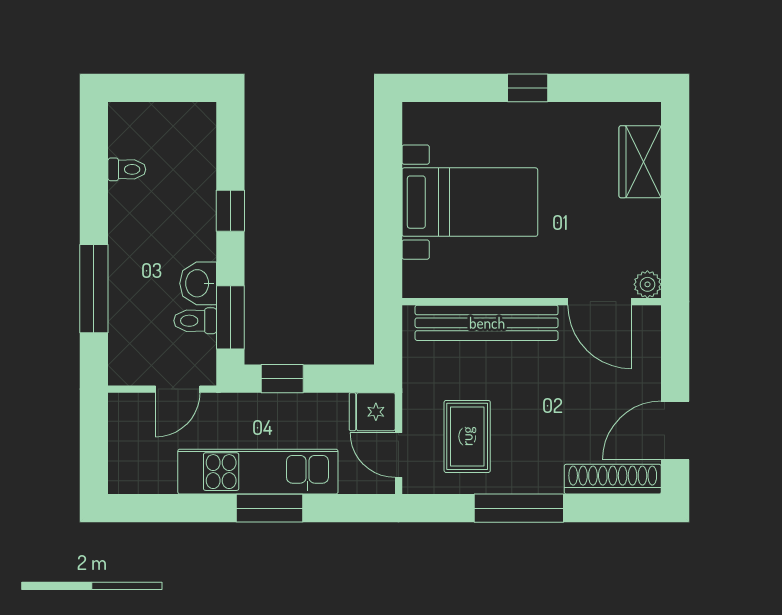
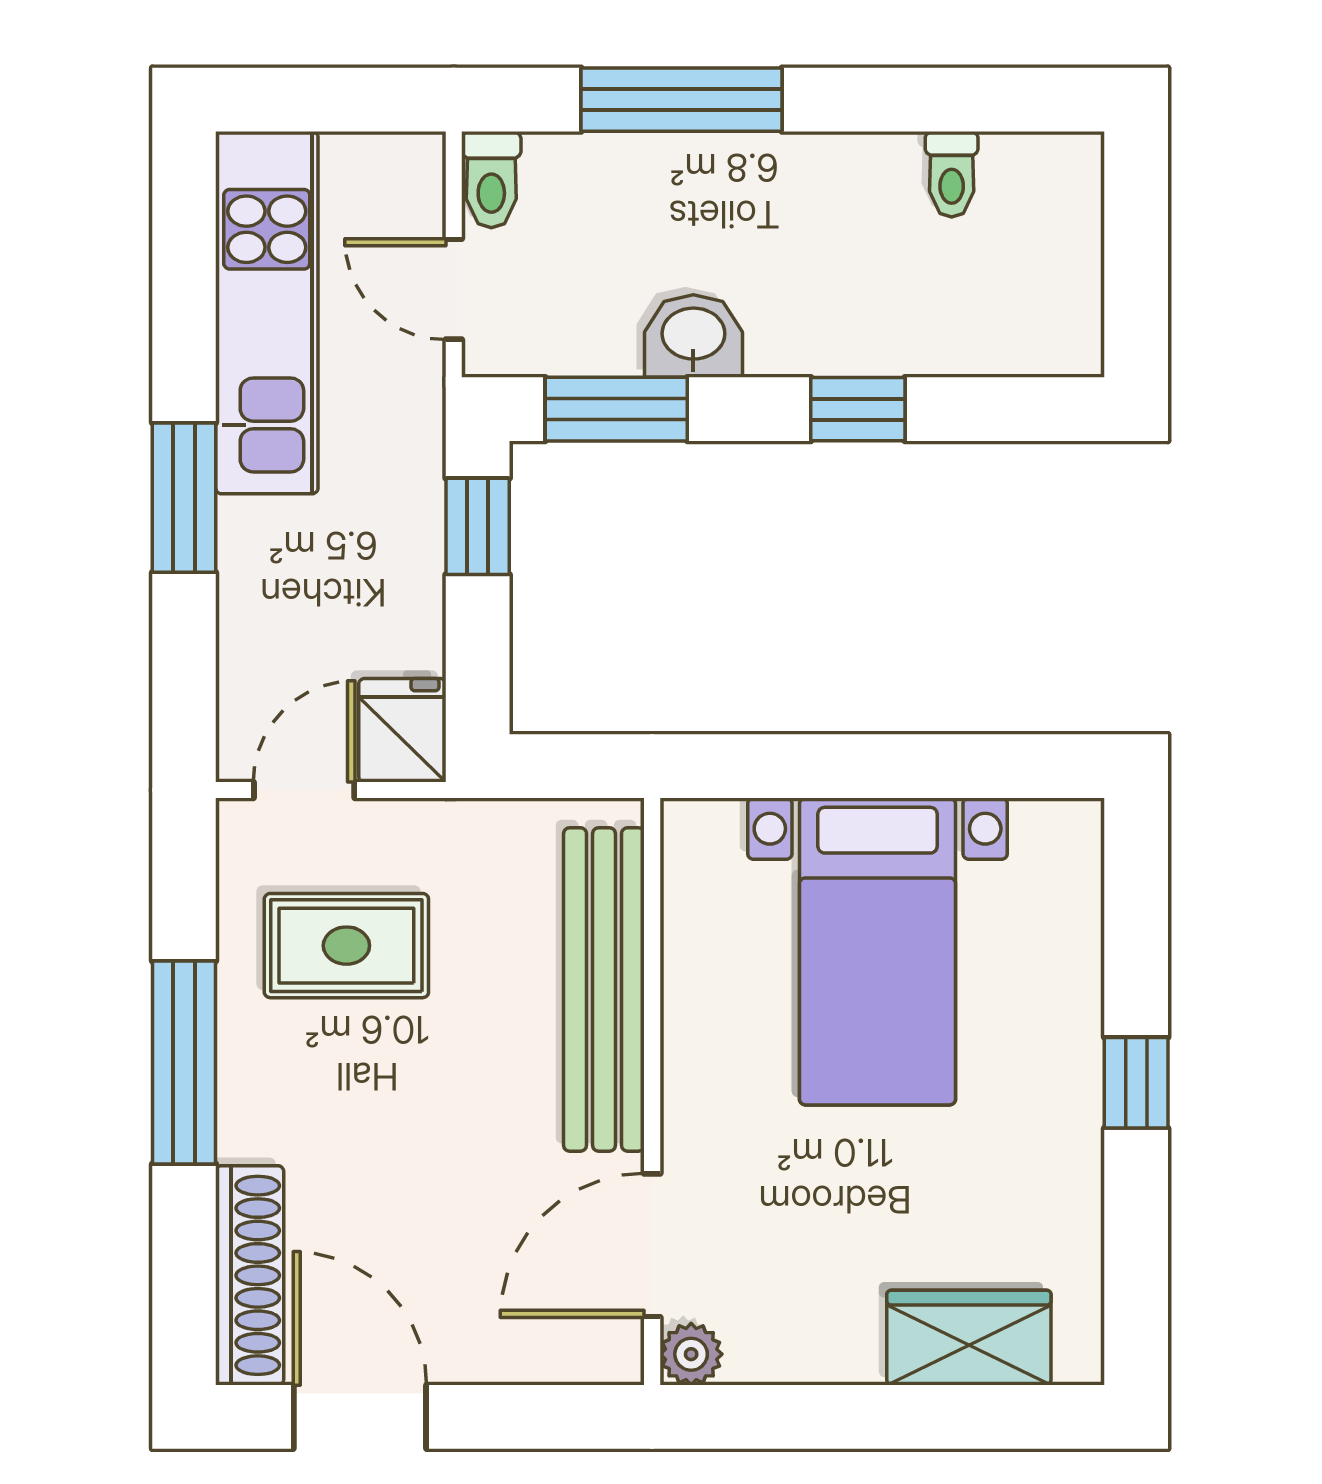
toilet: (195, 321) -> (491, 180), moved, turned 180
kitchen unit: (258, 472) -> (267, 313), moved

